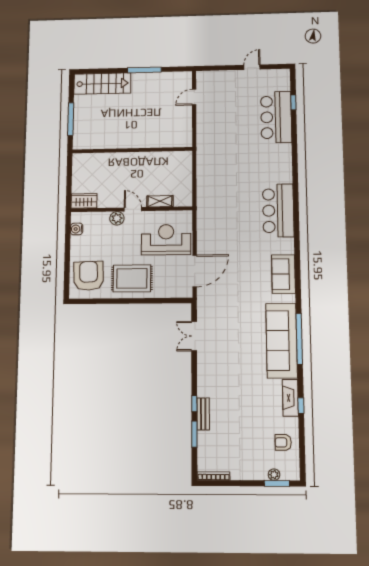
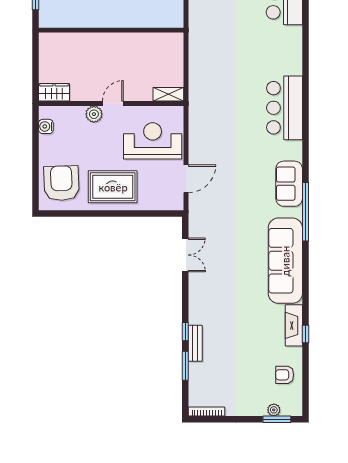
shelving: (160, 201) -> (168, 94), moved
door: (133, 209) -> (113, 103), hinge flipped
door: (195, 271) -> (186, 179), width x0.73
double door: (194, 336) -> (185, 255), swing flipped
window: (299, 339) -> (305, 212), moved

